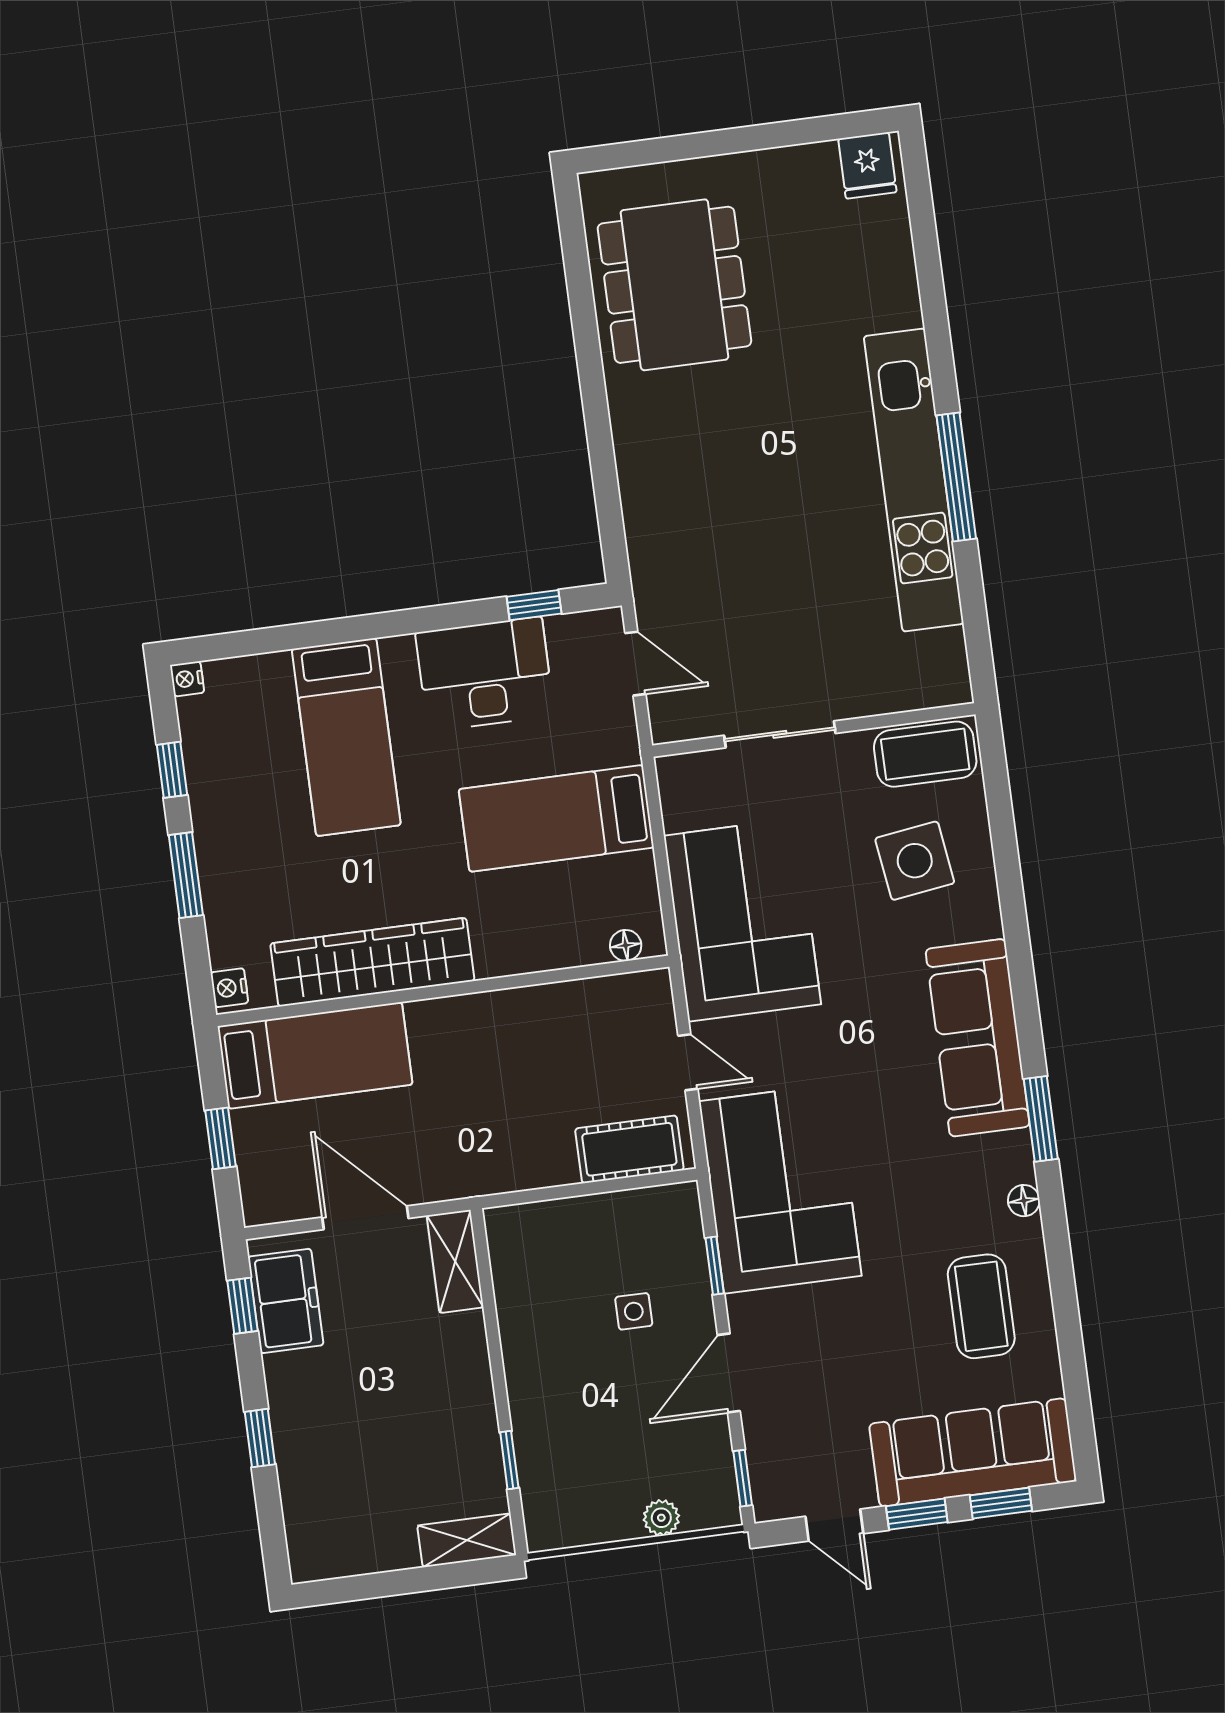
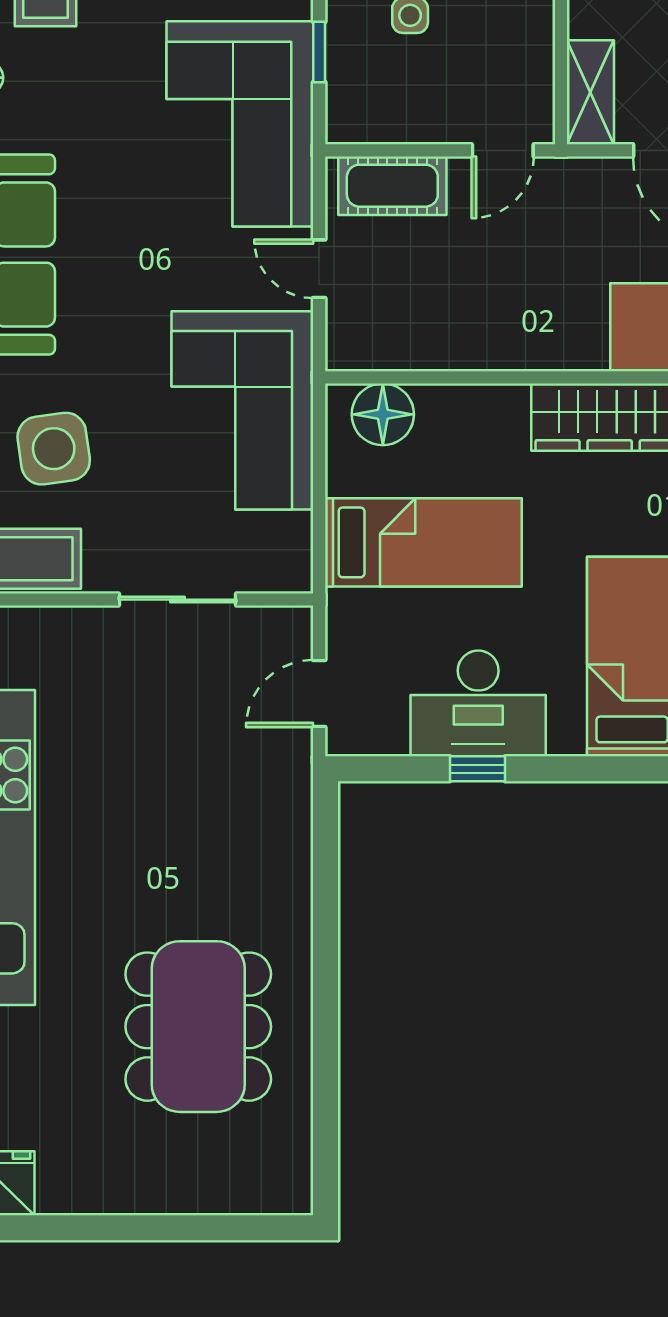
dining table: (674, 285) -> (198, 1027), moved
window: (534, 605) -> (478, 769), moved
door: (635, 664) -> (319, 694), hinge flipped
floor lamp: (626, 945) -> (383, 414), width x1.89, depth x1.89
door: (530, 1196) -> (503, 150), added

